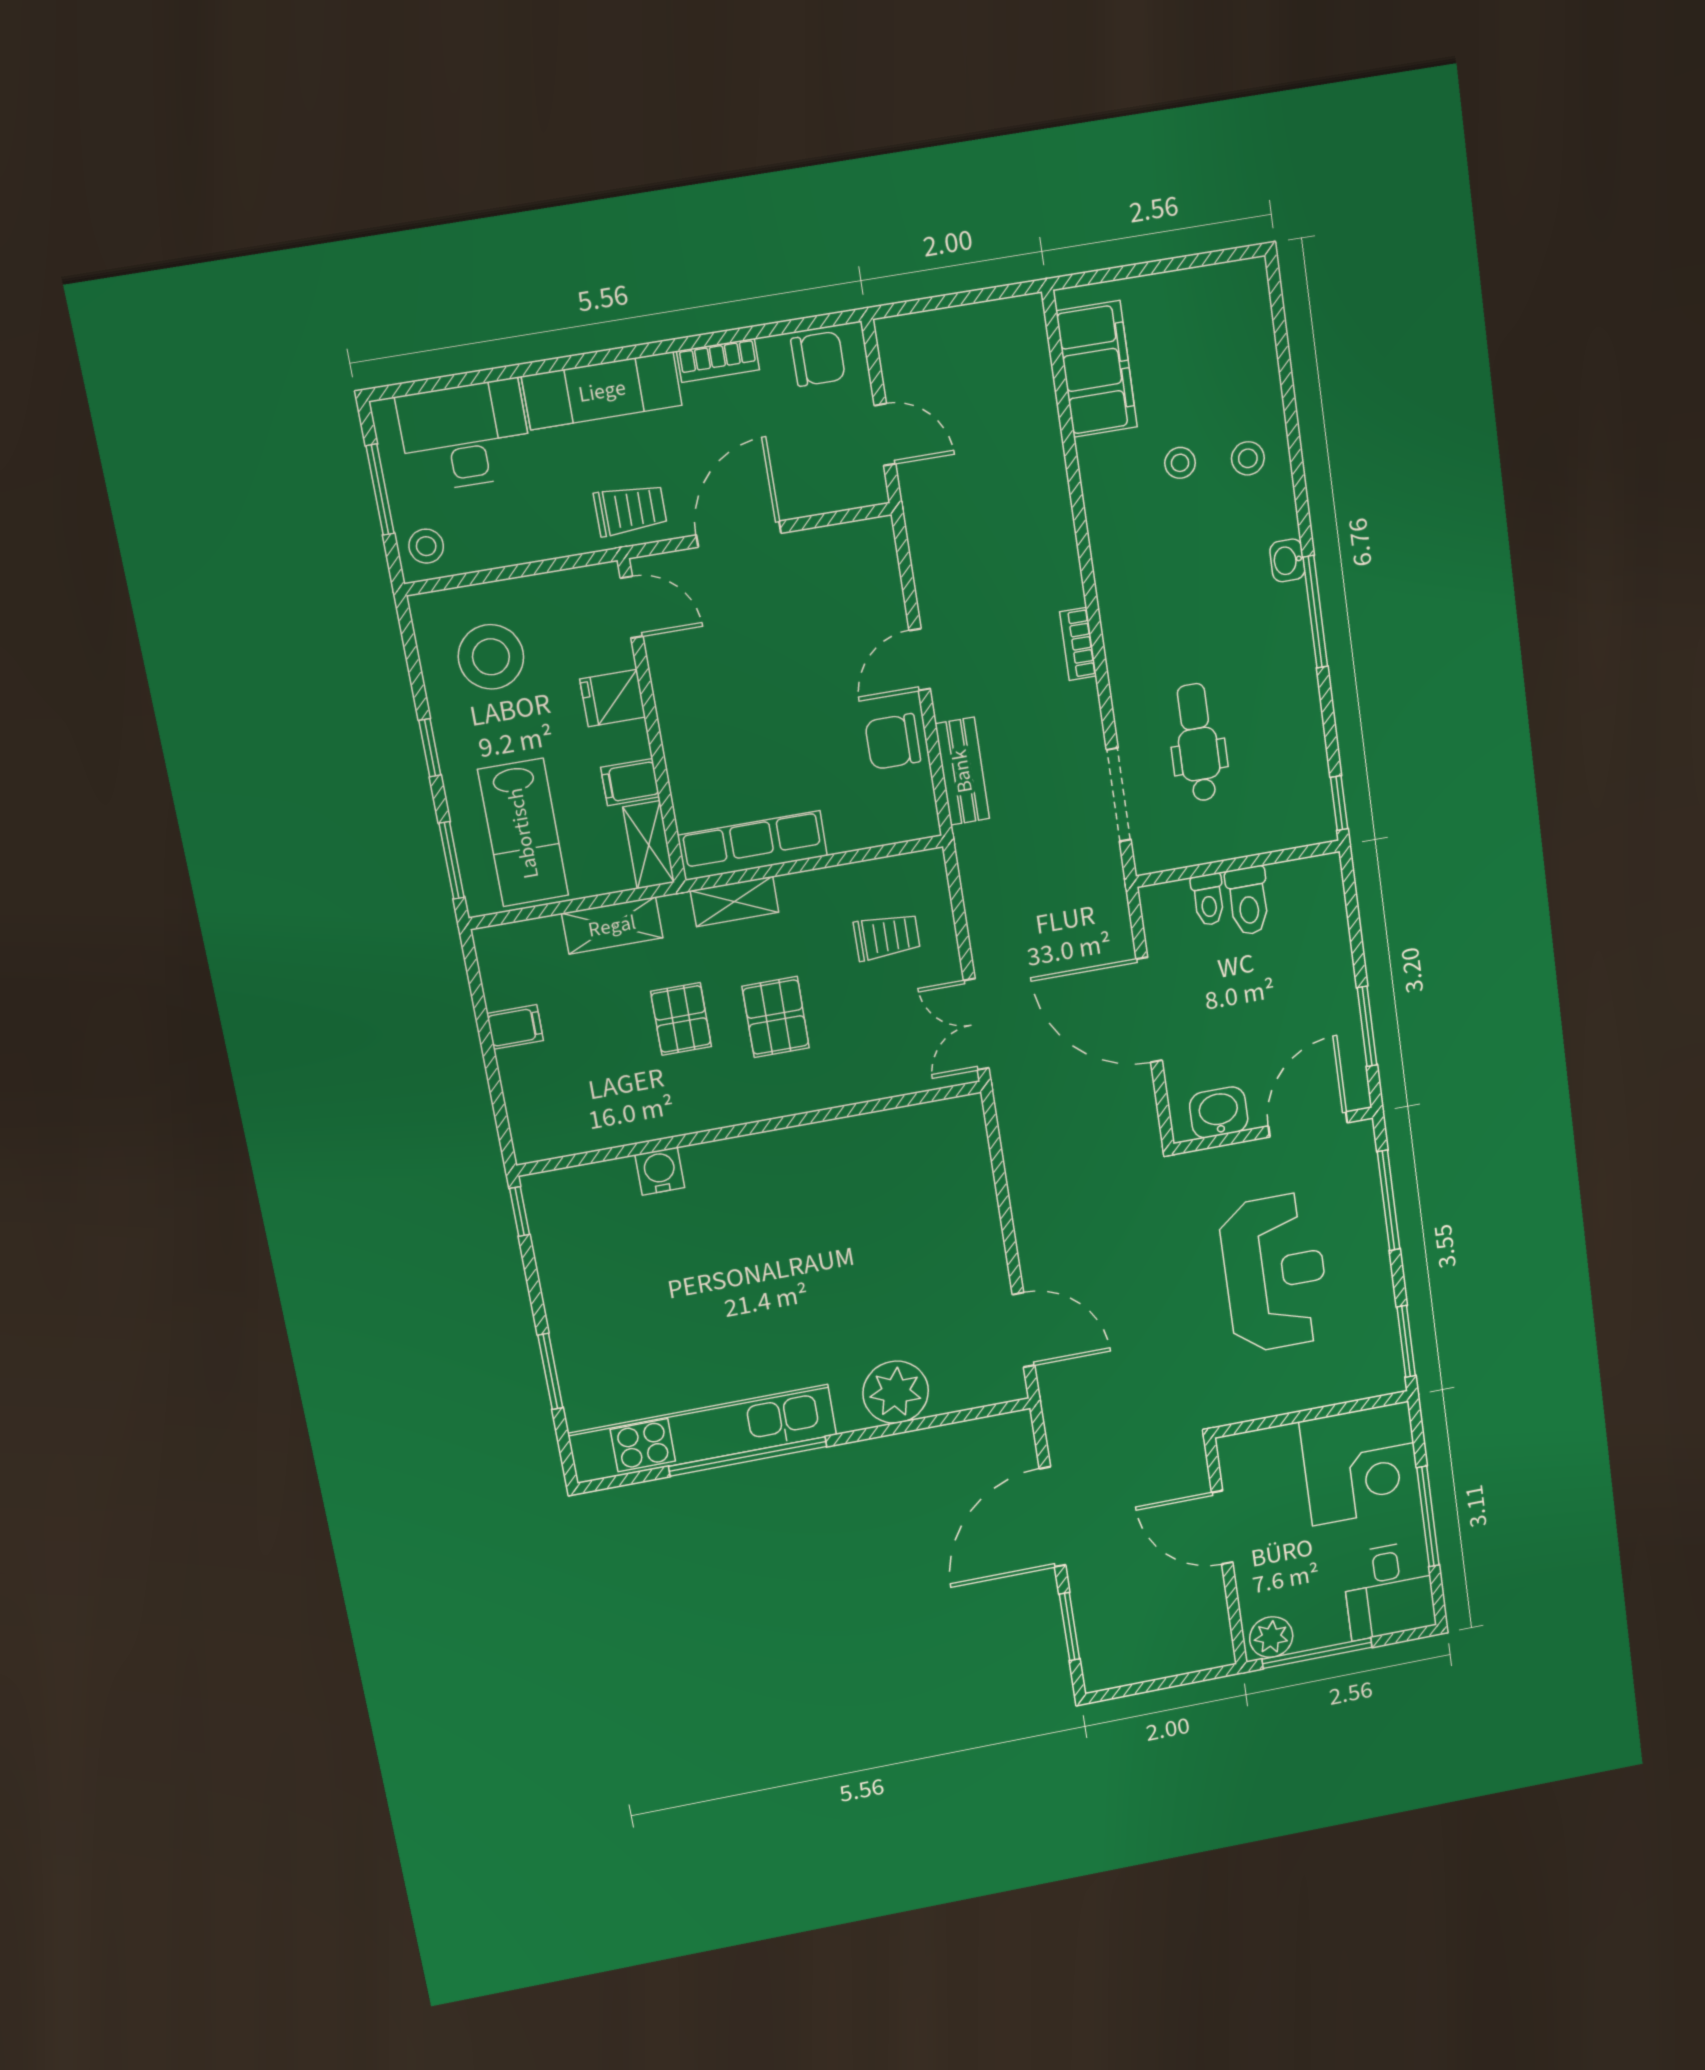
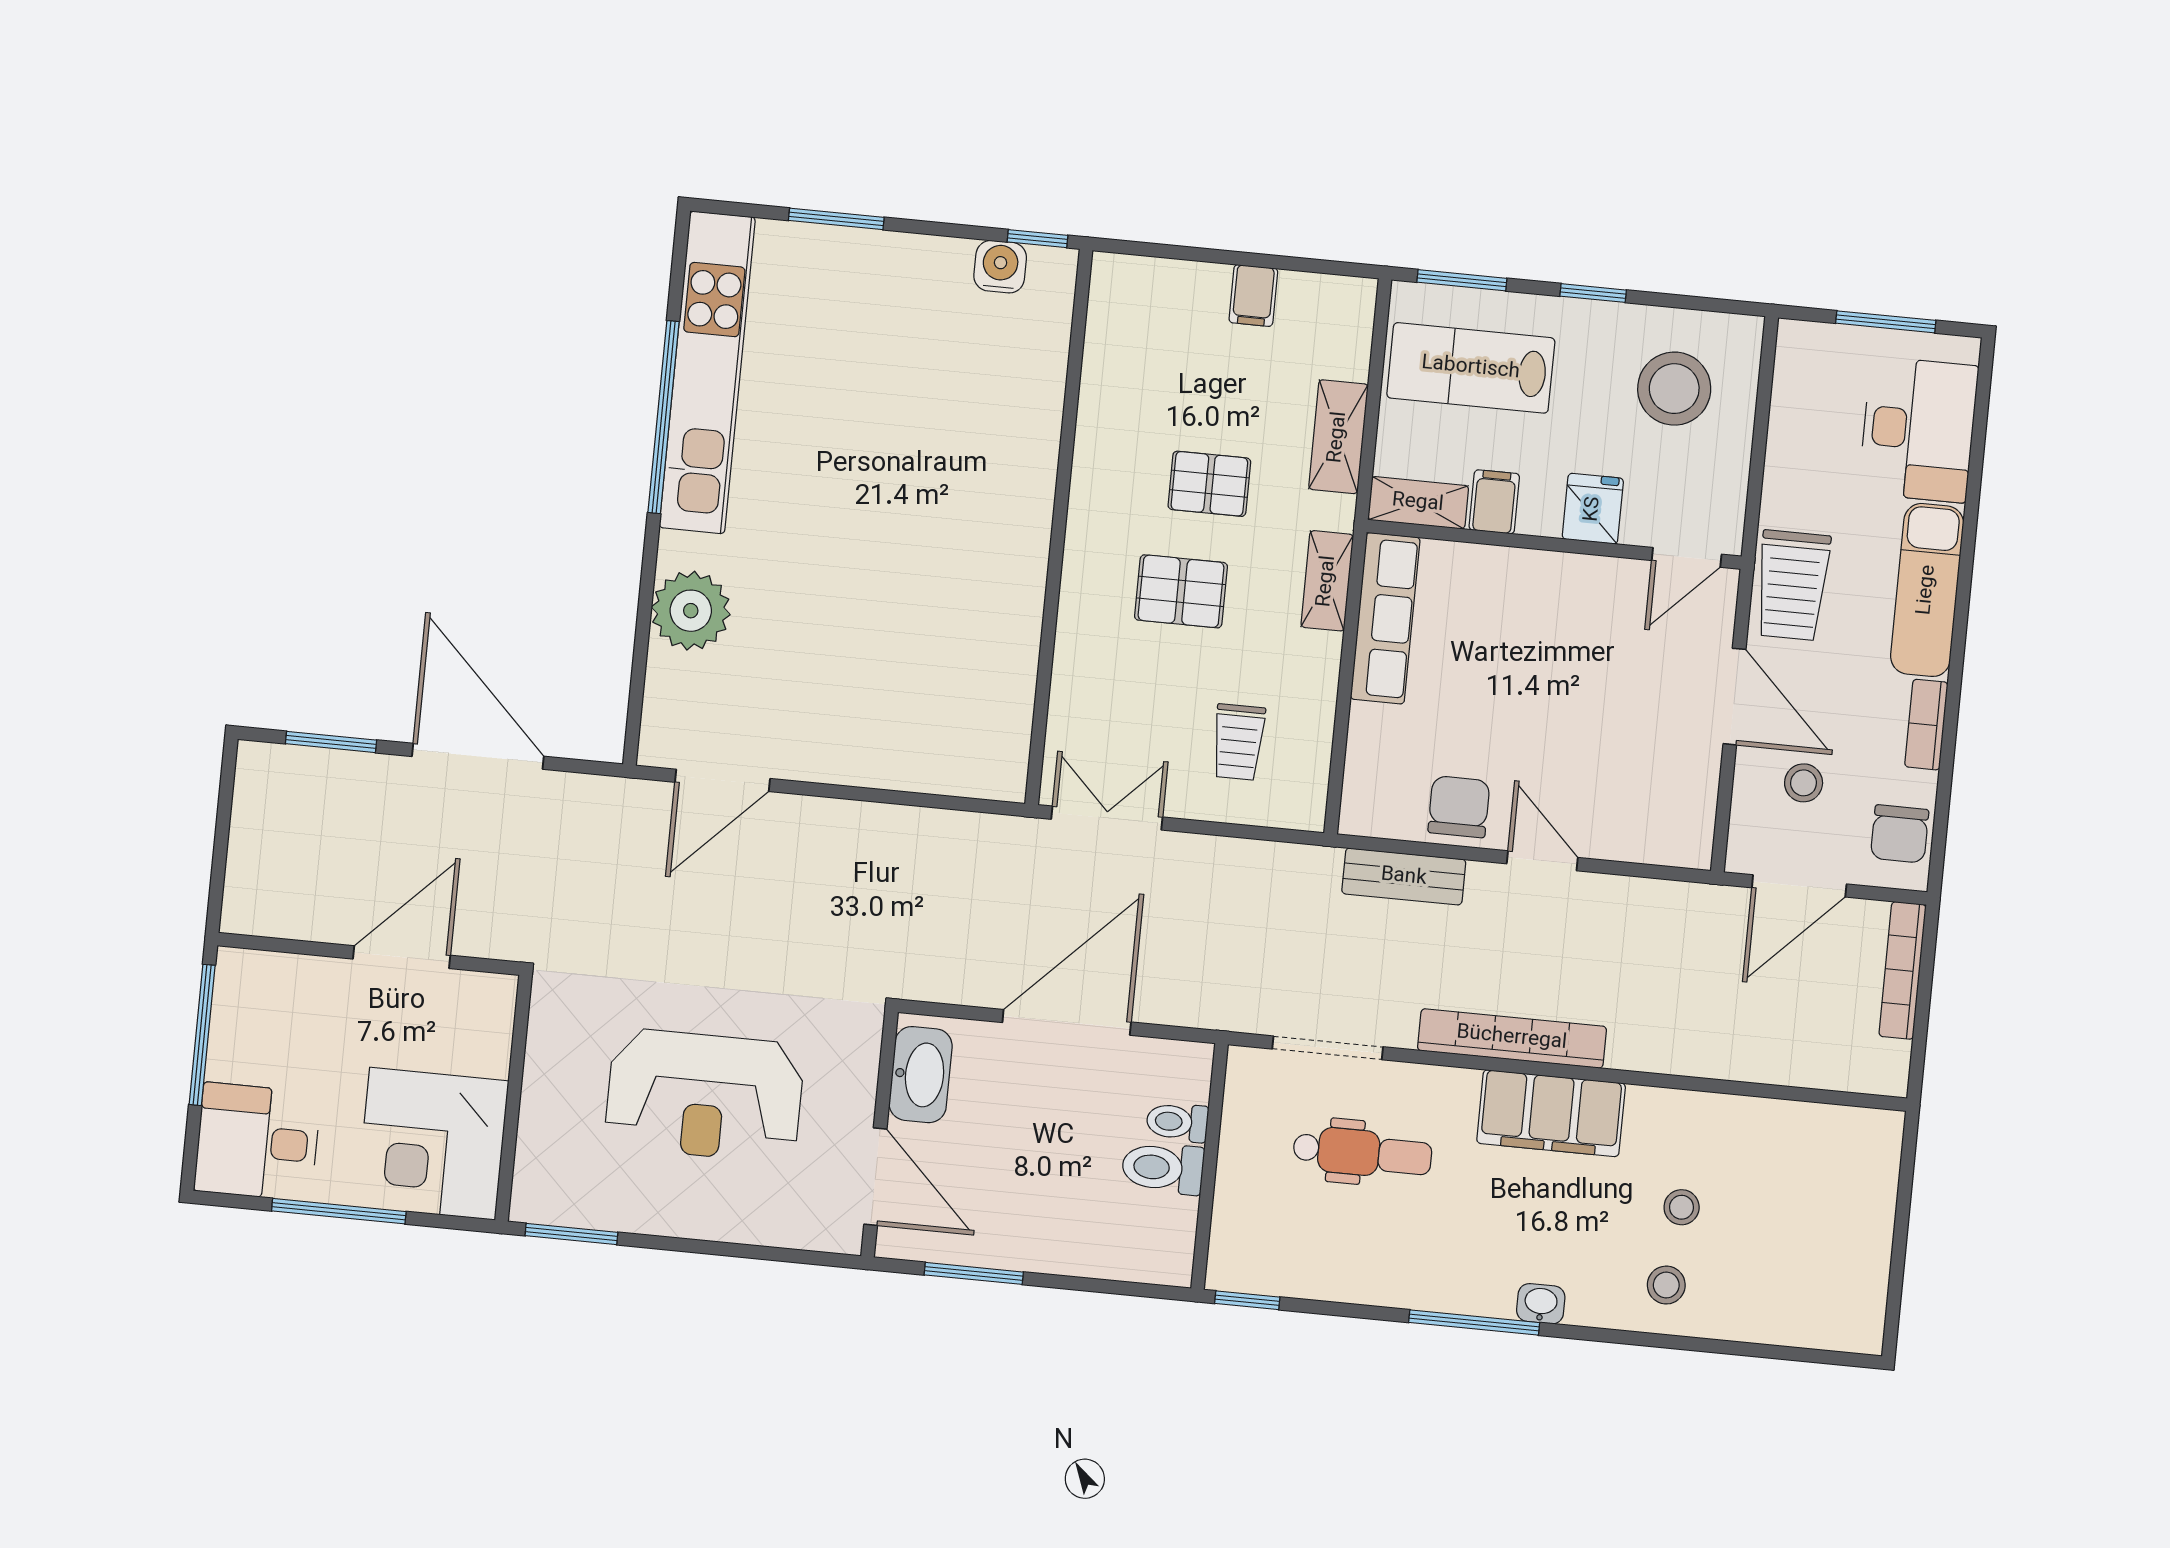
bookcase: (934, 325) -> (1903, 970), added
filing cabinet: (1097, 369) -> (1551, 1113), moved
door: (885, 435) -> (1799, 886), width x1.38
trolley: (630, 510) -> (1792, 585), width x1.36, depth x1.39
stool: (426, 546) -> (1804, 783), moved
bookcase: (1078, 644) -> (1512, 1038), width x2.31, depth x1.31
washbasin: (1219, 1112) -> (921, 1075), width x1.38
water cooler: (660, 1171) -> (1000, 267), moved, turned -90
window: (1389, 1200) -> (754, 1252), removed
plant: (1271, 1637) -> (241, 984), removed

